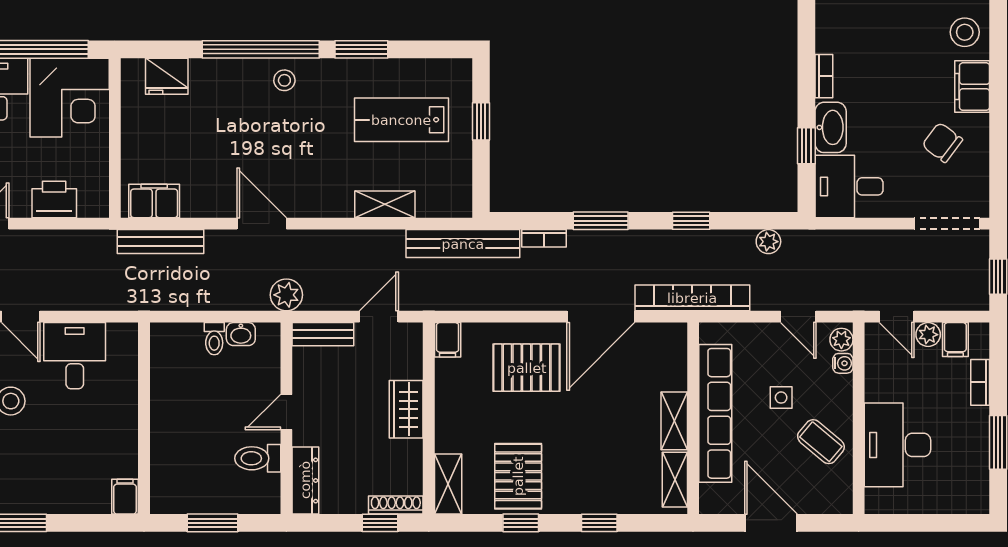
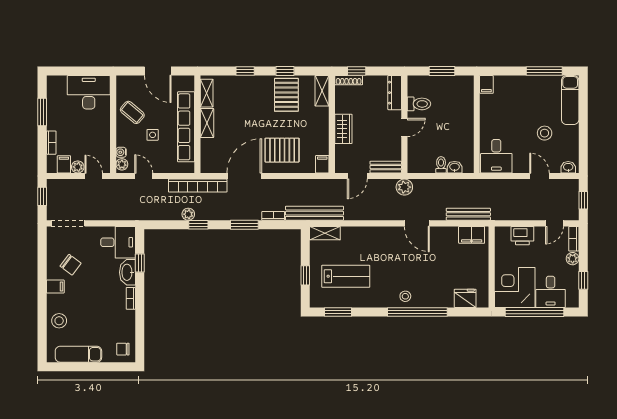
window: (361, 49) -> (338, 312), moved
filing cabinet: (972, 87) -> (55, 287), width x0.50
shelving: (385, 204) -> (325, 233), moved
plant: (768, 242) -> (188, 214), moved
washbasin: (241, 334) -> (455, 167), moved
desk: (75, 356) -> (496, 156), moved
desk: (898, 445) -> (89, 92), moved, turned -90

